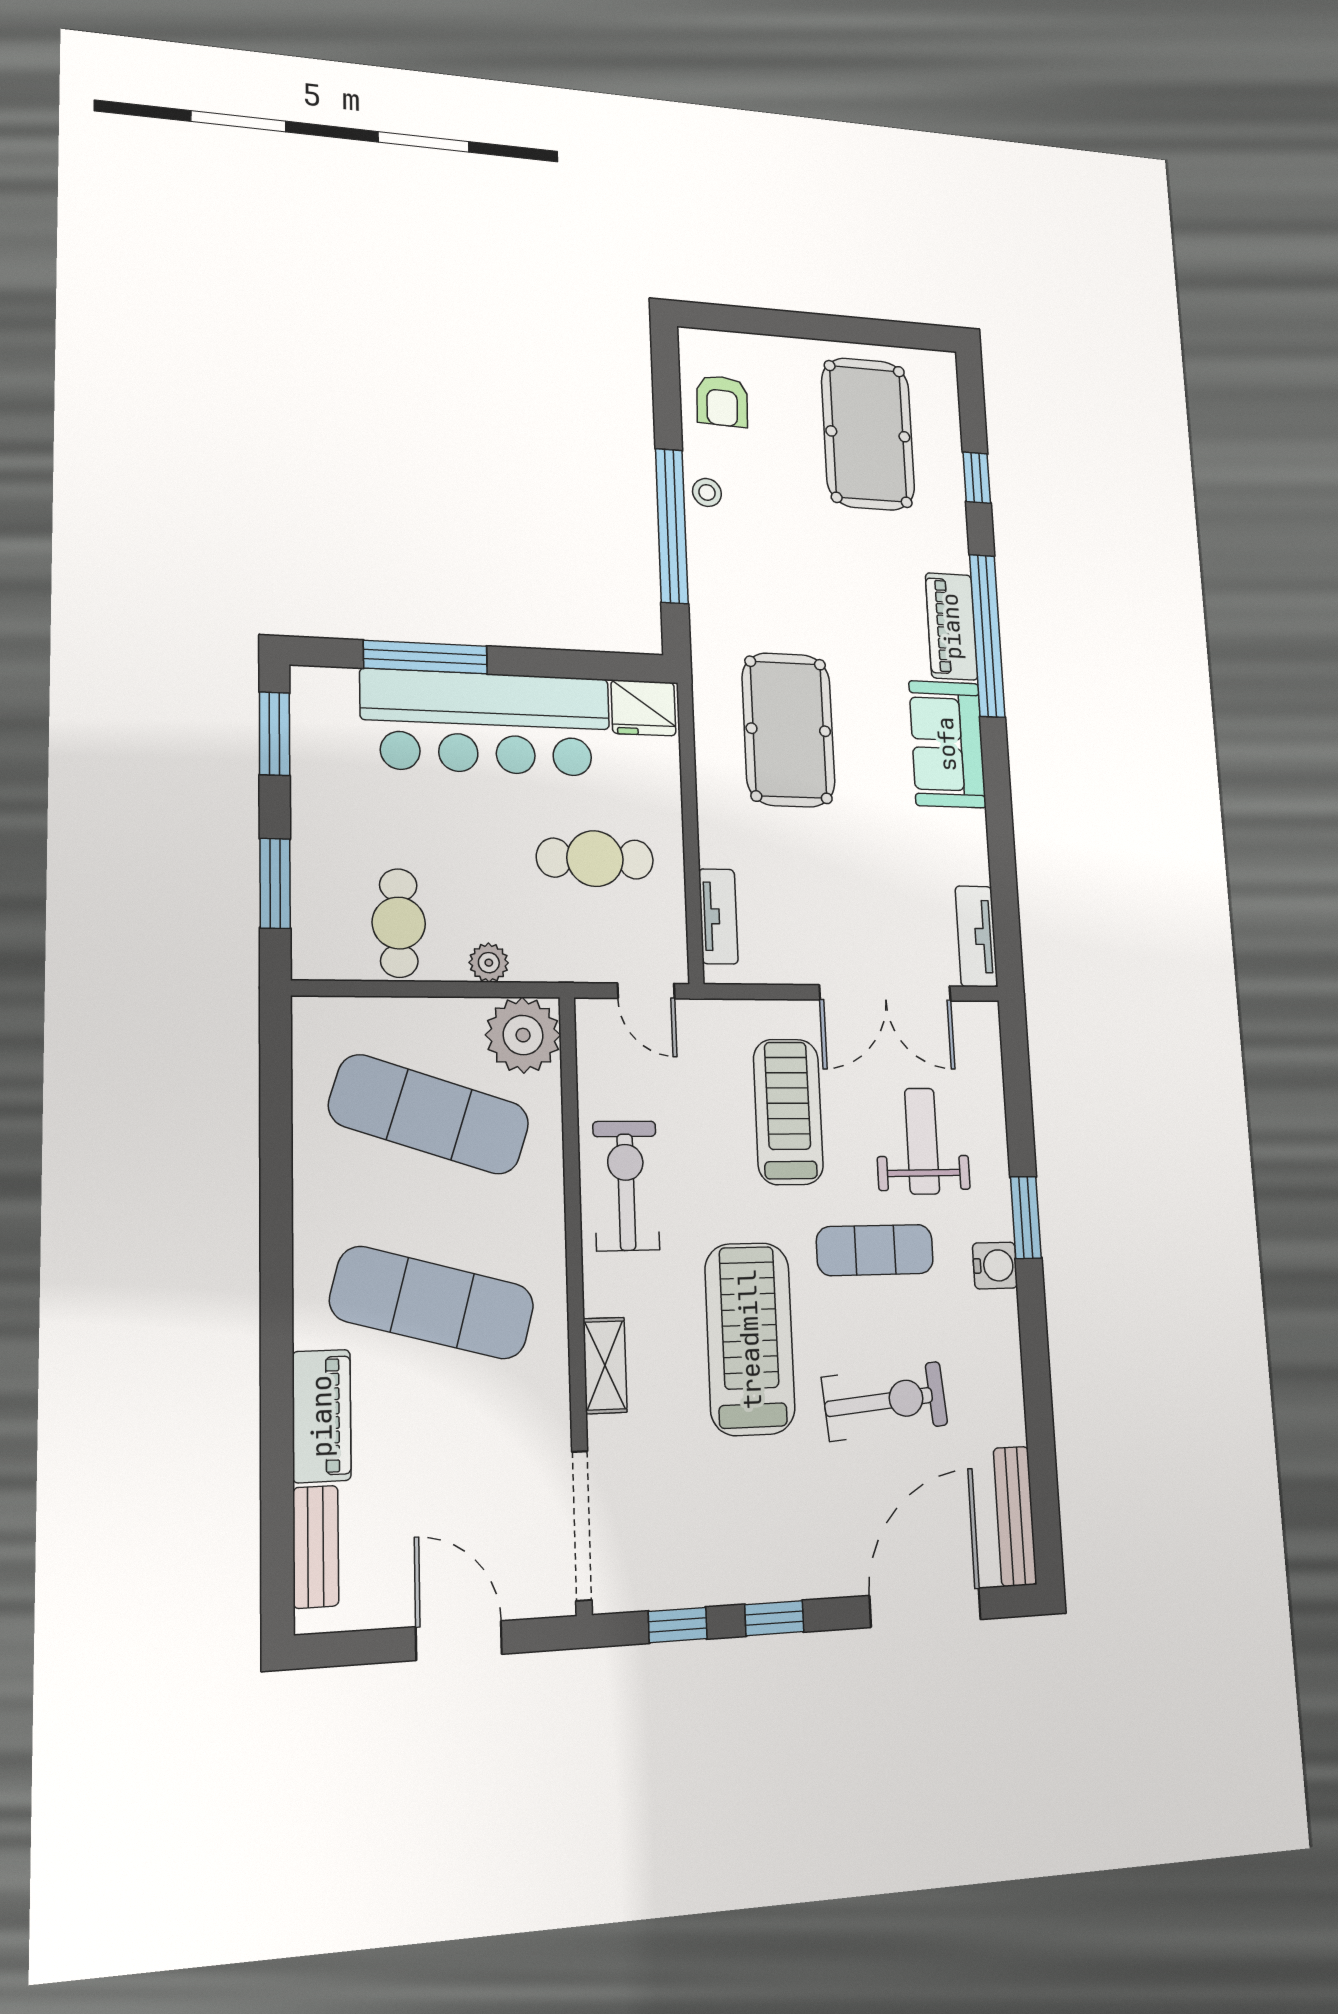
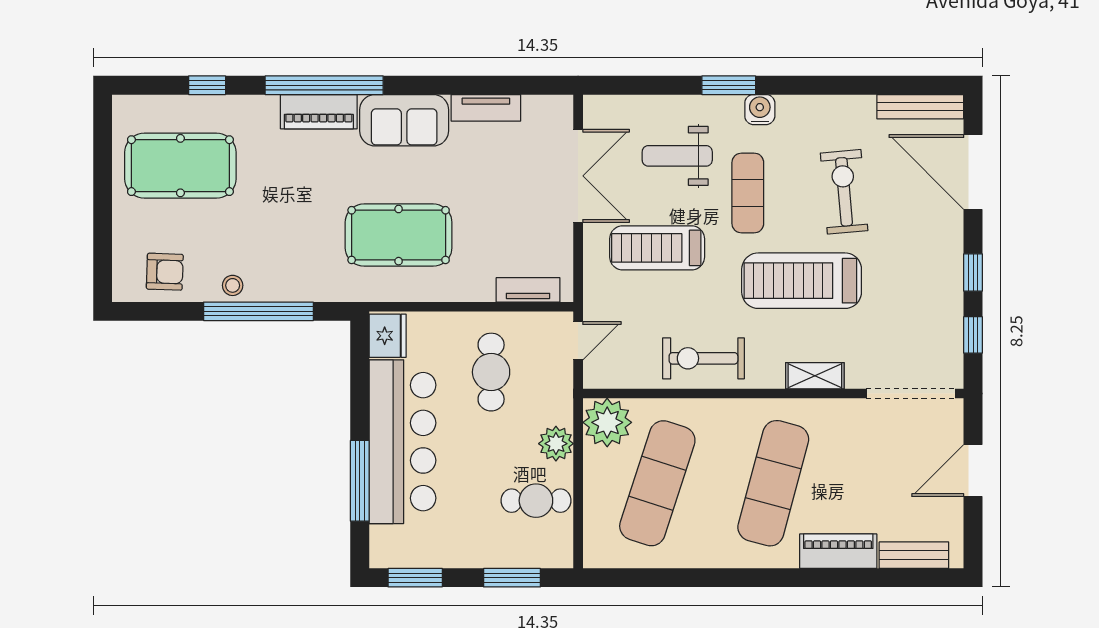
tv unit: (976, 936) -> (486, 108), moved
plant: (489, 963) -> (556, 444), width x1.38, depth x1.38

